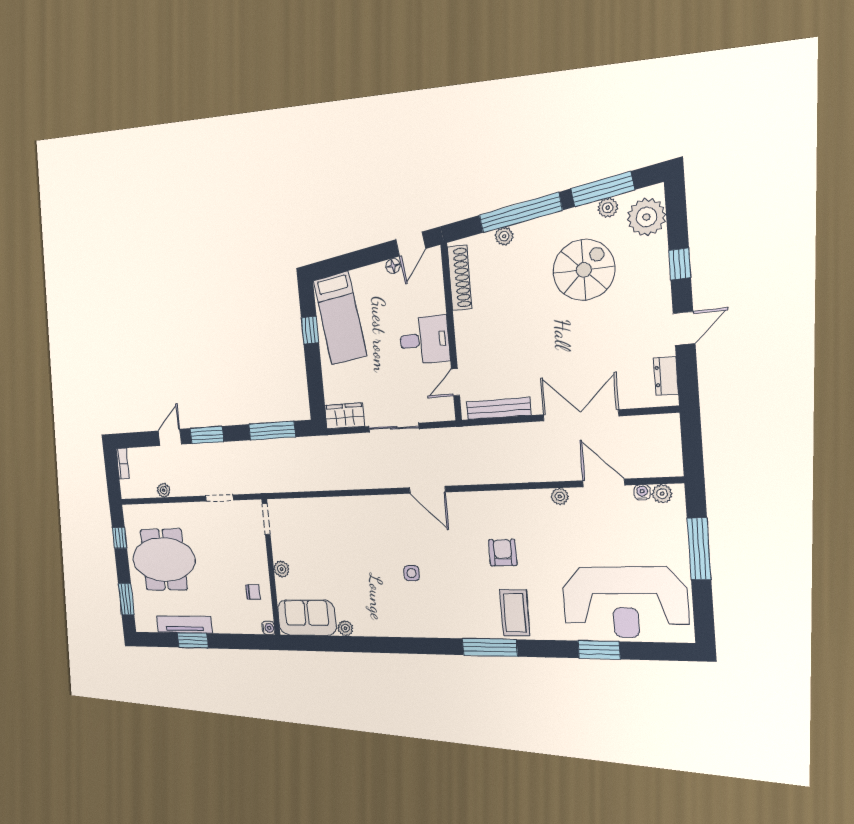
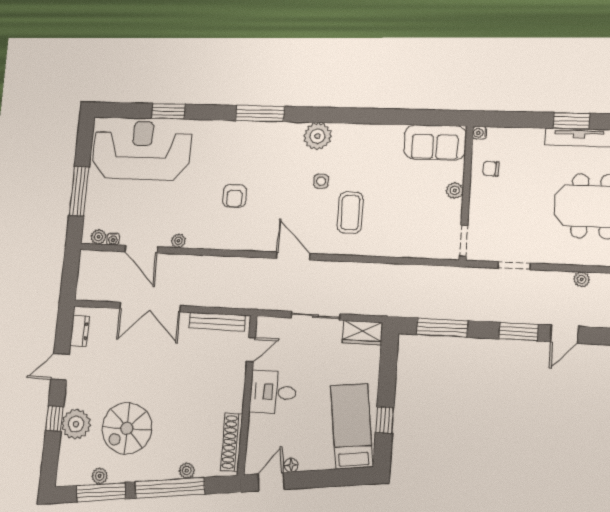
plant: (646, 217) -> (76, 424), moved
coffee table: (515, 613) -> (350, 213), moved
plant: (345, 628) -> (317, 136), moved, width x1.88, depth x1.88

